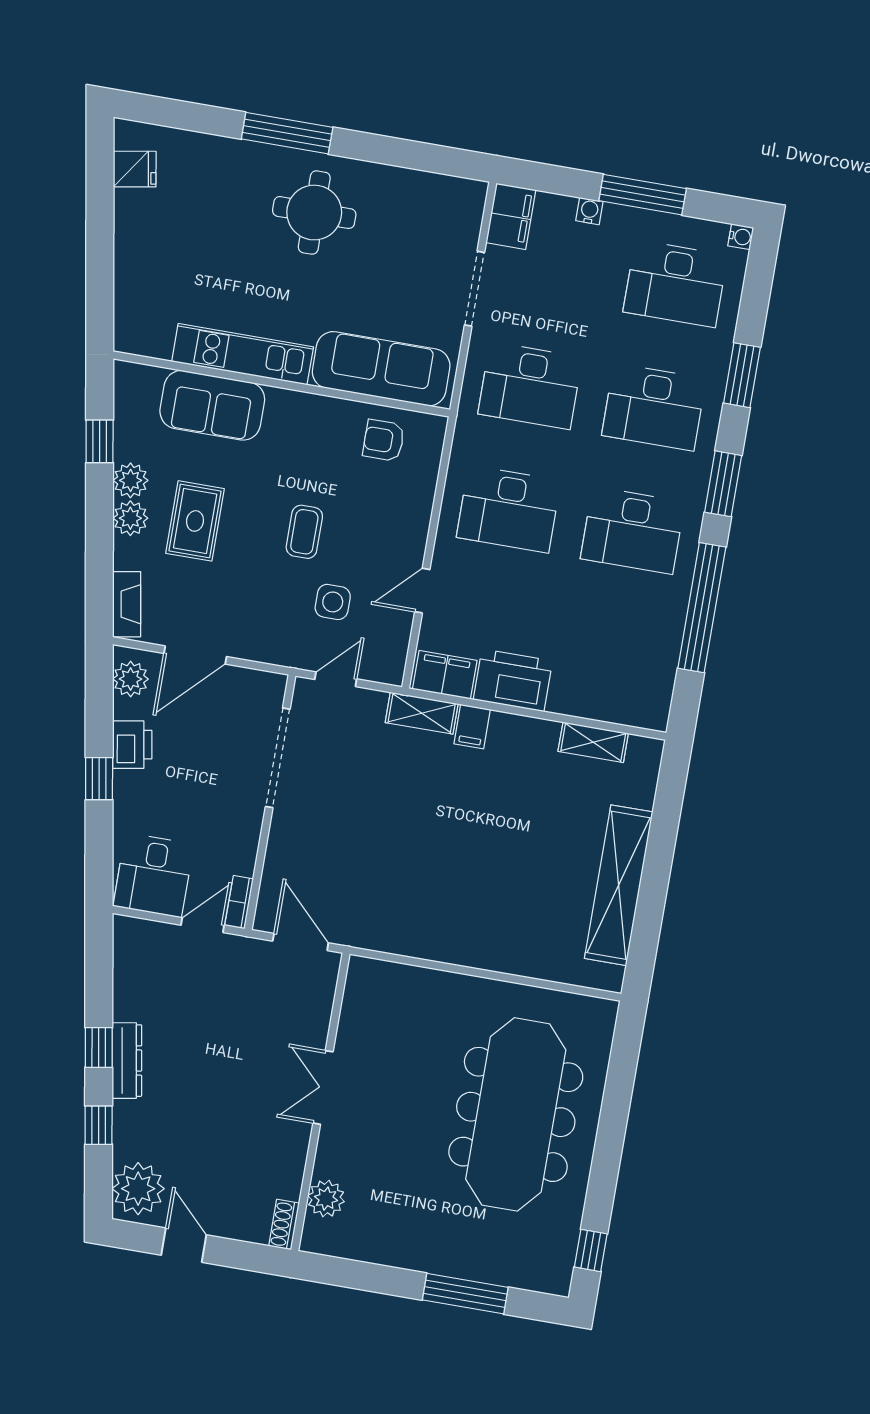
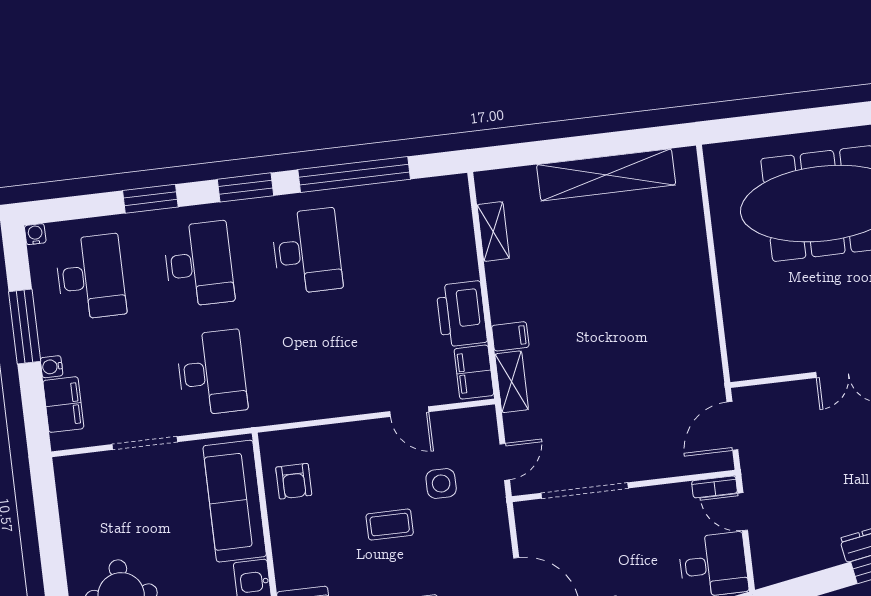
filing cabinet: (511, 216) -> (63, 405), moved, turned 90
desk: (509, 509) -> (320, 360), removed
door: (336, 679) -> (505, 462), swing flipped

